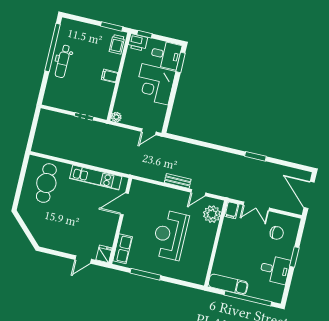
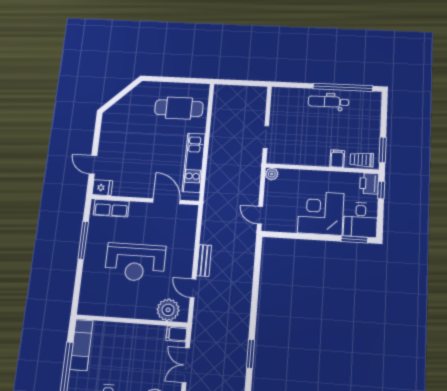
filing cabinet: (110, 76) -> (337, 159), moved
reception desk: (170, 235) -> (135, 262), turned 180

